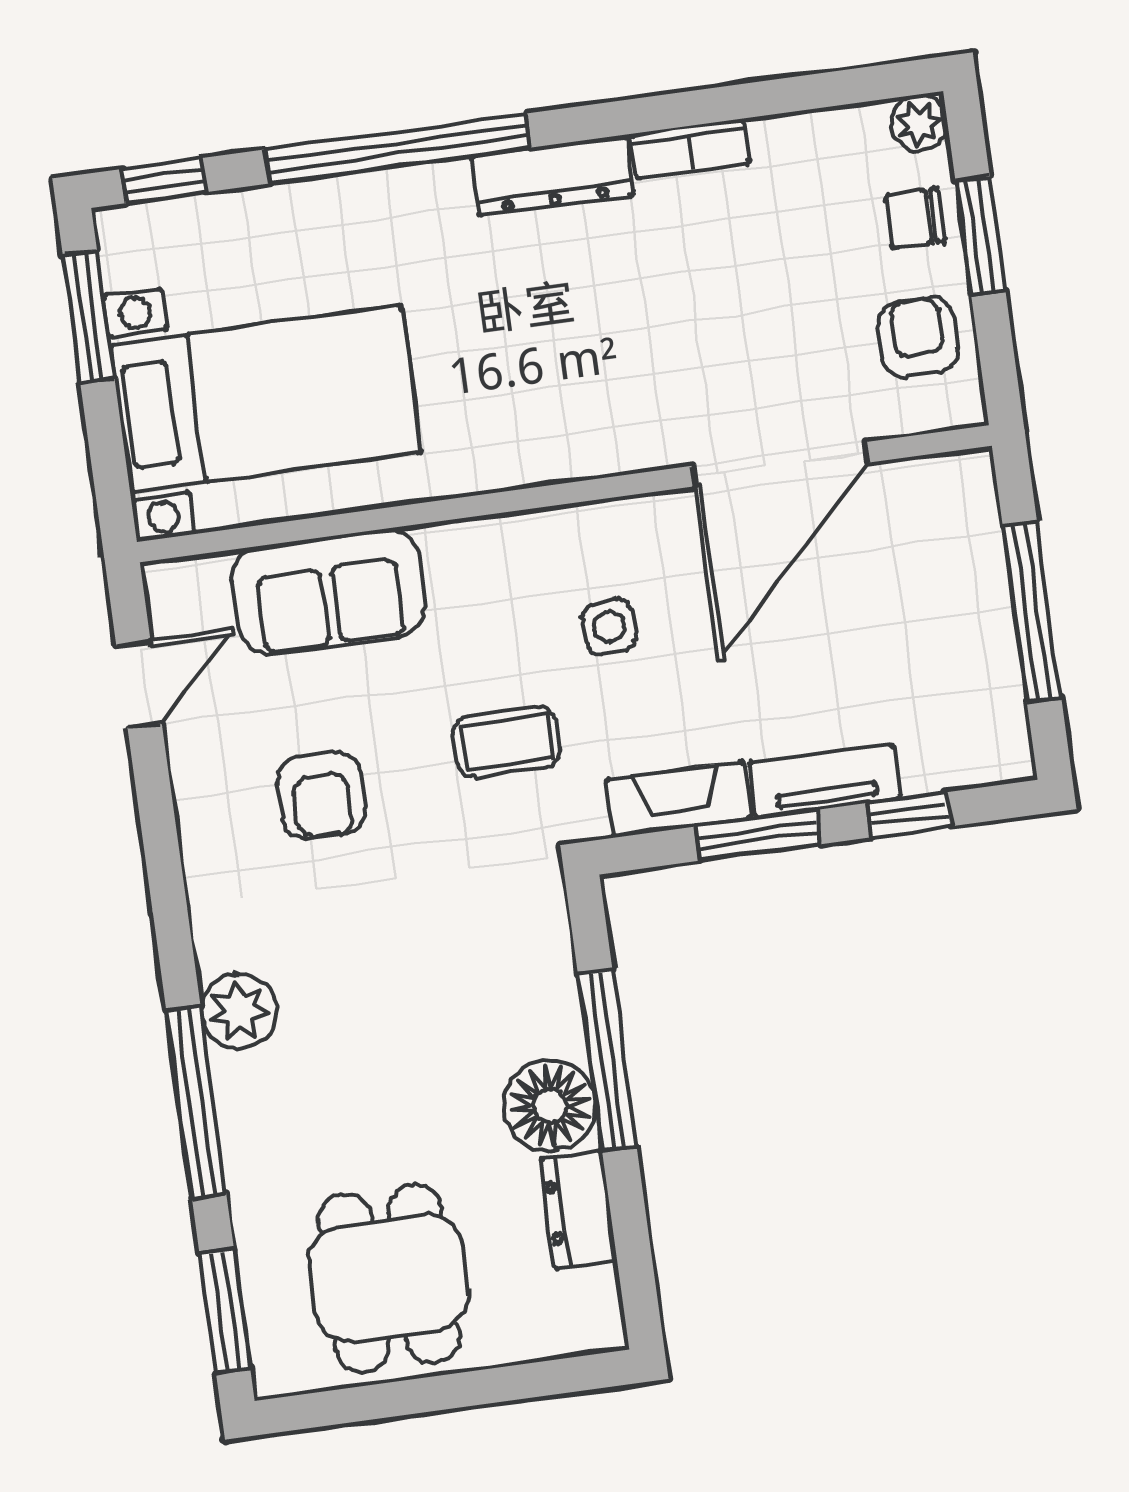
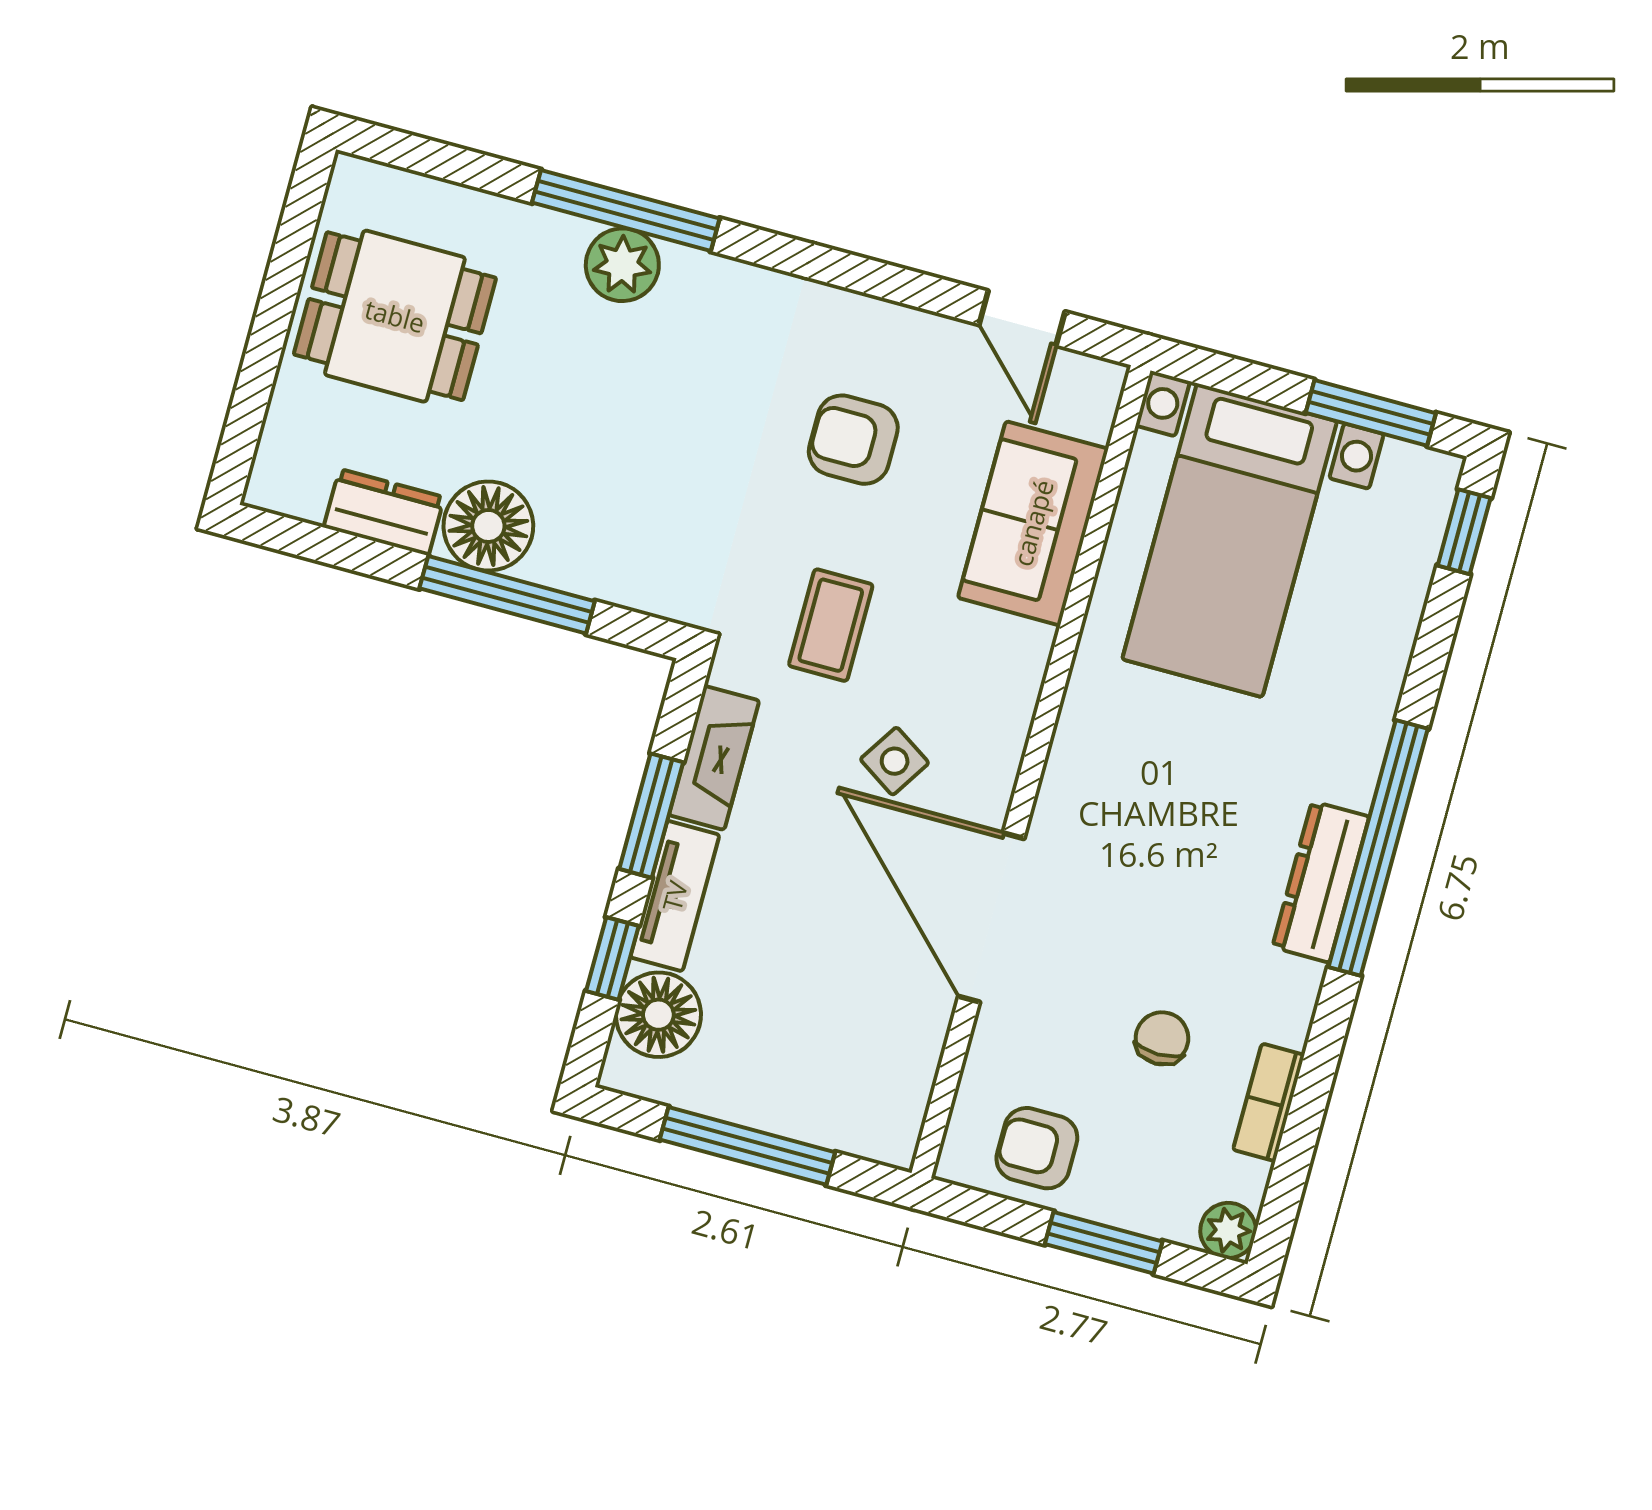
window: (398, 148) -> (1378, 848), moved
bookcase: (690, 149) -> (1269, 1102), moved
chair: (915, 218) -> (1162, 1038), moved
armchair: (918, 337) -> (1037, 1148), turned 180
door: (780, 464) -> (991, 918), moved
side table: (609, 627) -> (895, 761), turned 37
floor lamp: (944, 749) -> (658, 1015), added
plant: (239, 1011) -> (622, 265), moved
window: (225, 1311) -> (428, 157), removed

